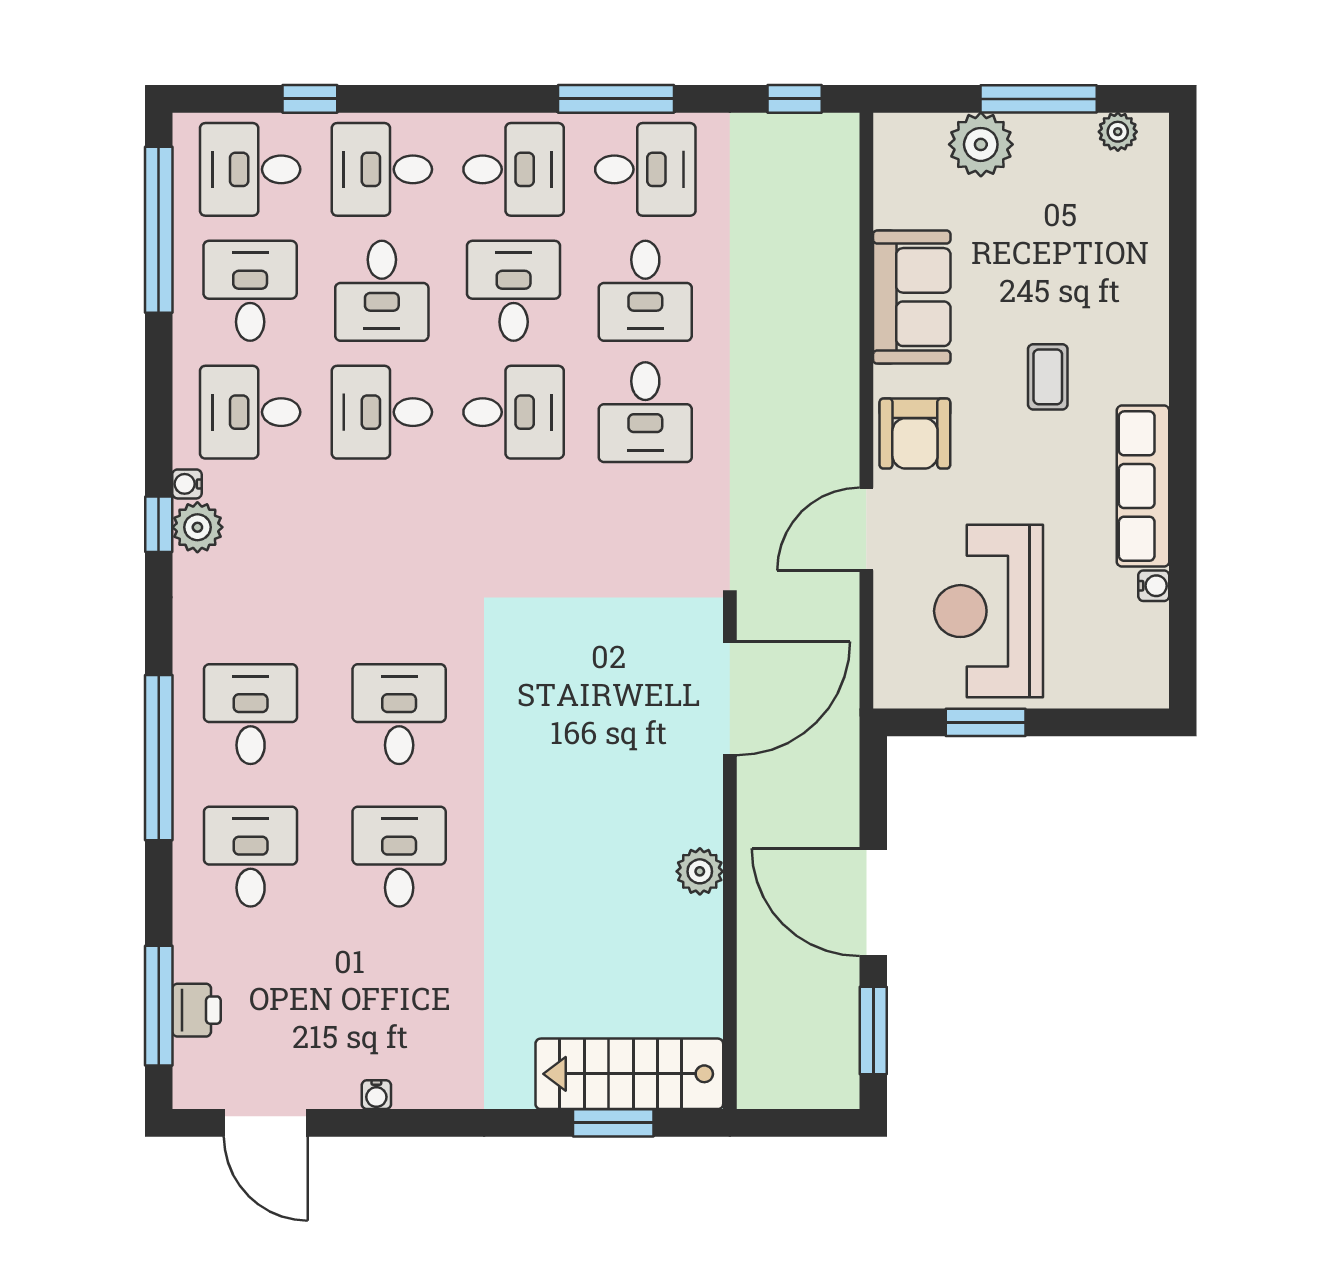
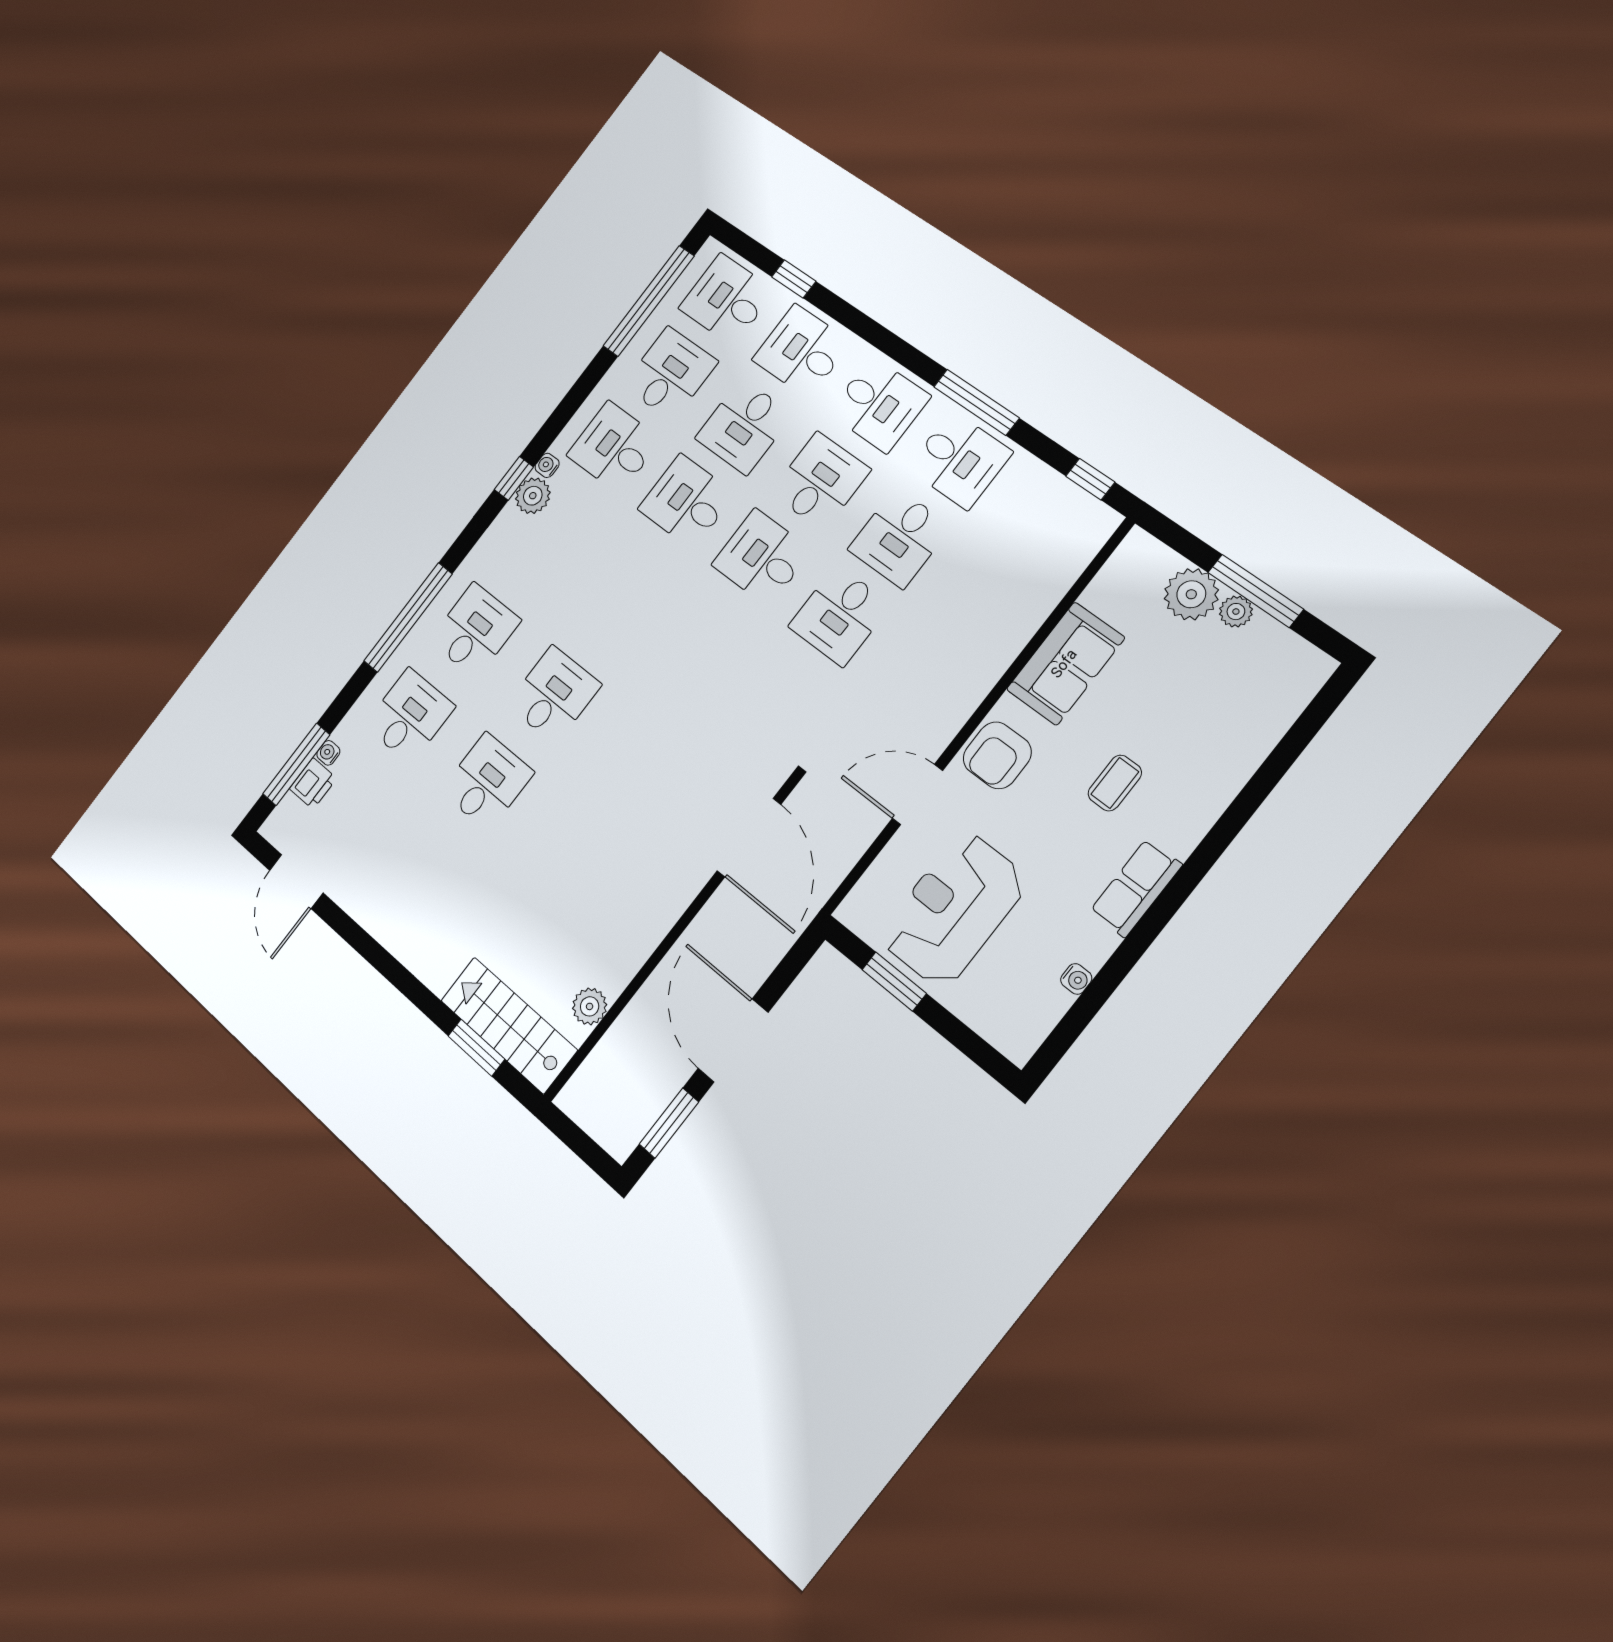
plant: (1118, 132) -> (1236, 612), moved
desk: (514, 412) -> (762, 558), turned 180
row of seats: (1143, 486) -> (1136, 888), width x0.68
door: (730, 698) -> (749, 838), hinge flipped
plant: (700, 871) -> (590, 1006), moved
water cooler: (376, 1095) -> (328, 753), moved, turned 90

